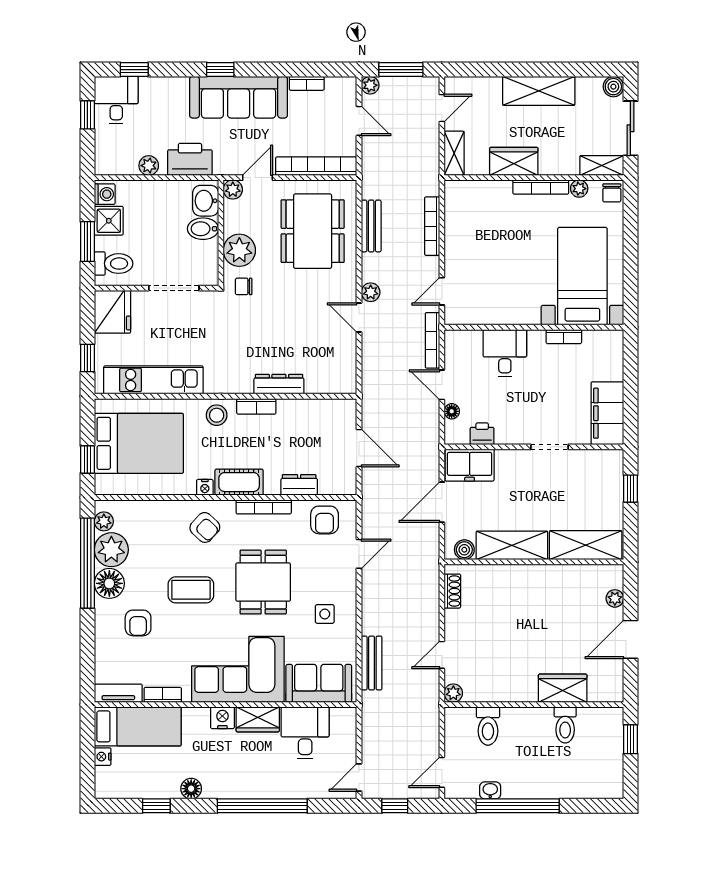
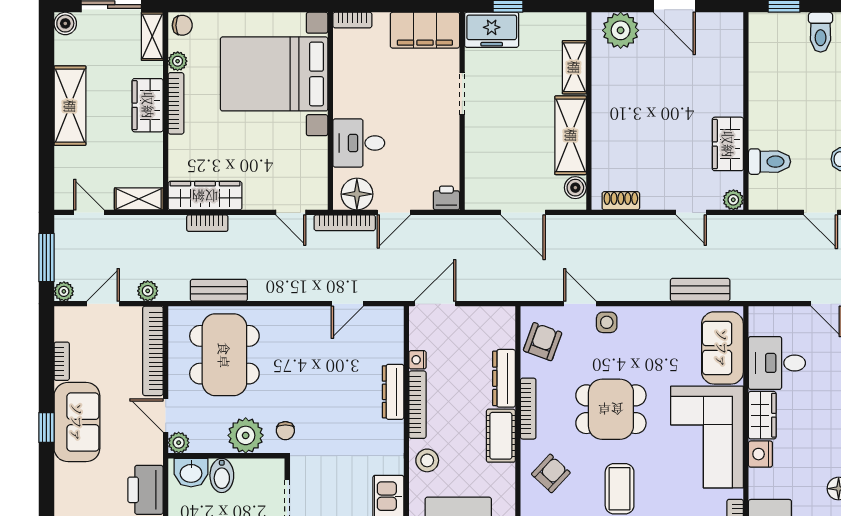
window: (220, 70) -> (46, 427), moved
sofa: (239, 97) -> (77, 422), width x0.73
wardrobe: (514, 161) -> (148, 105), moved
wardrobe: (457, 213) -> (205, 196), added
bookcase: (432, 226) -> (207, 223), width x0.64
dining table: (313, 231) -> (224, 355), turned 90
bed with nightstands: (582, 276) -> (274, 74), width x1.36
plant: (371, 292) -> (148, 291), moved
door: (359, 318) -> (347, 304), moved
bookcase: (564, 337) -> (352, 20), moved, turned 90
bookcase: (256, 406) -> (417, 405), width x1.56
floor lamp: (452, 411) -> (357, 194), moved, width x1.89, depth x1.89
printer: (482, 434) -> (446, 198), moved, turned 90
door: (359, 448) -> (435, 304), moved
freezer: (470, 465) -> (492, 30), moved, turned 90
dresser: (299, 485) -> (504, 378), width x1.44
nightstand: (205, 487) -> (418, 360), moved, turned 180
armchair: (325, 520) -> (543, 342), turned -70
shelving: (586, 545) -> (574, 67), width x0.67, depth x0.75
plant: (615, 598) -> (621, 30), width x1.88, depth x1.88
side table: (325, 614) -> (607, 322), moved
wardrobe: (563, 688) -> (728, 144), moved
toilet: (565, 725) -> (821, 32), moved, turned 90

